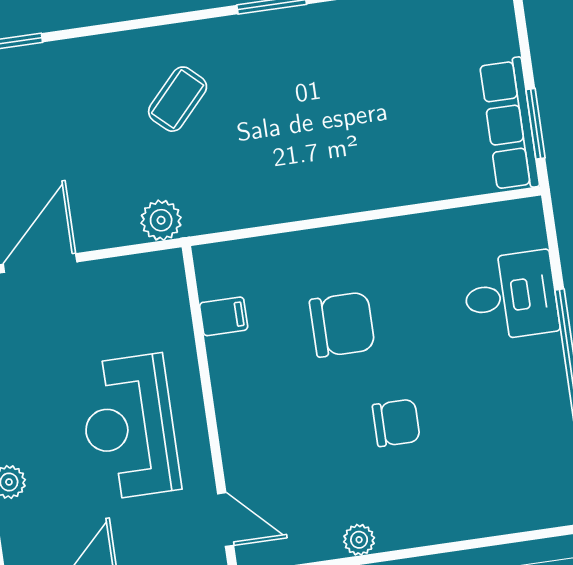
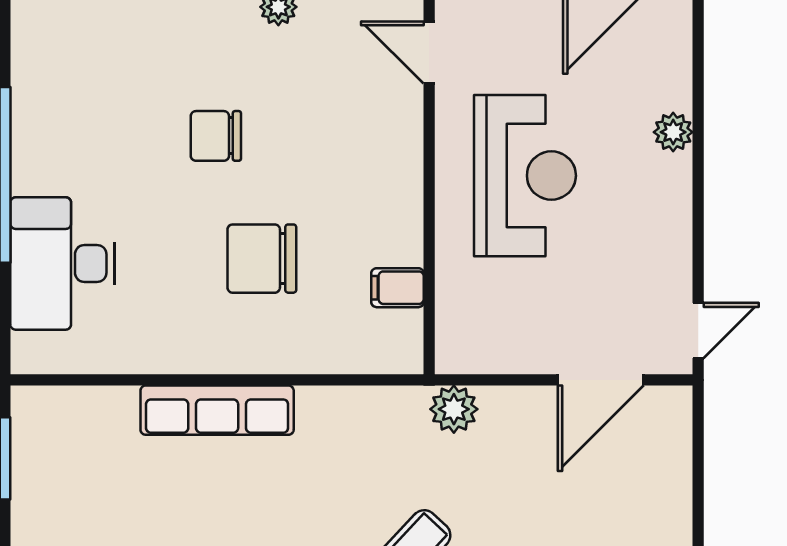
row of seats: (510, 124) -> (217, 410), moved, turned 90
desk: (511, 296) -> (63, 264), width x1.37

